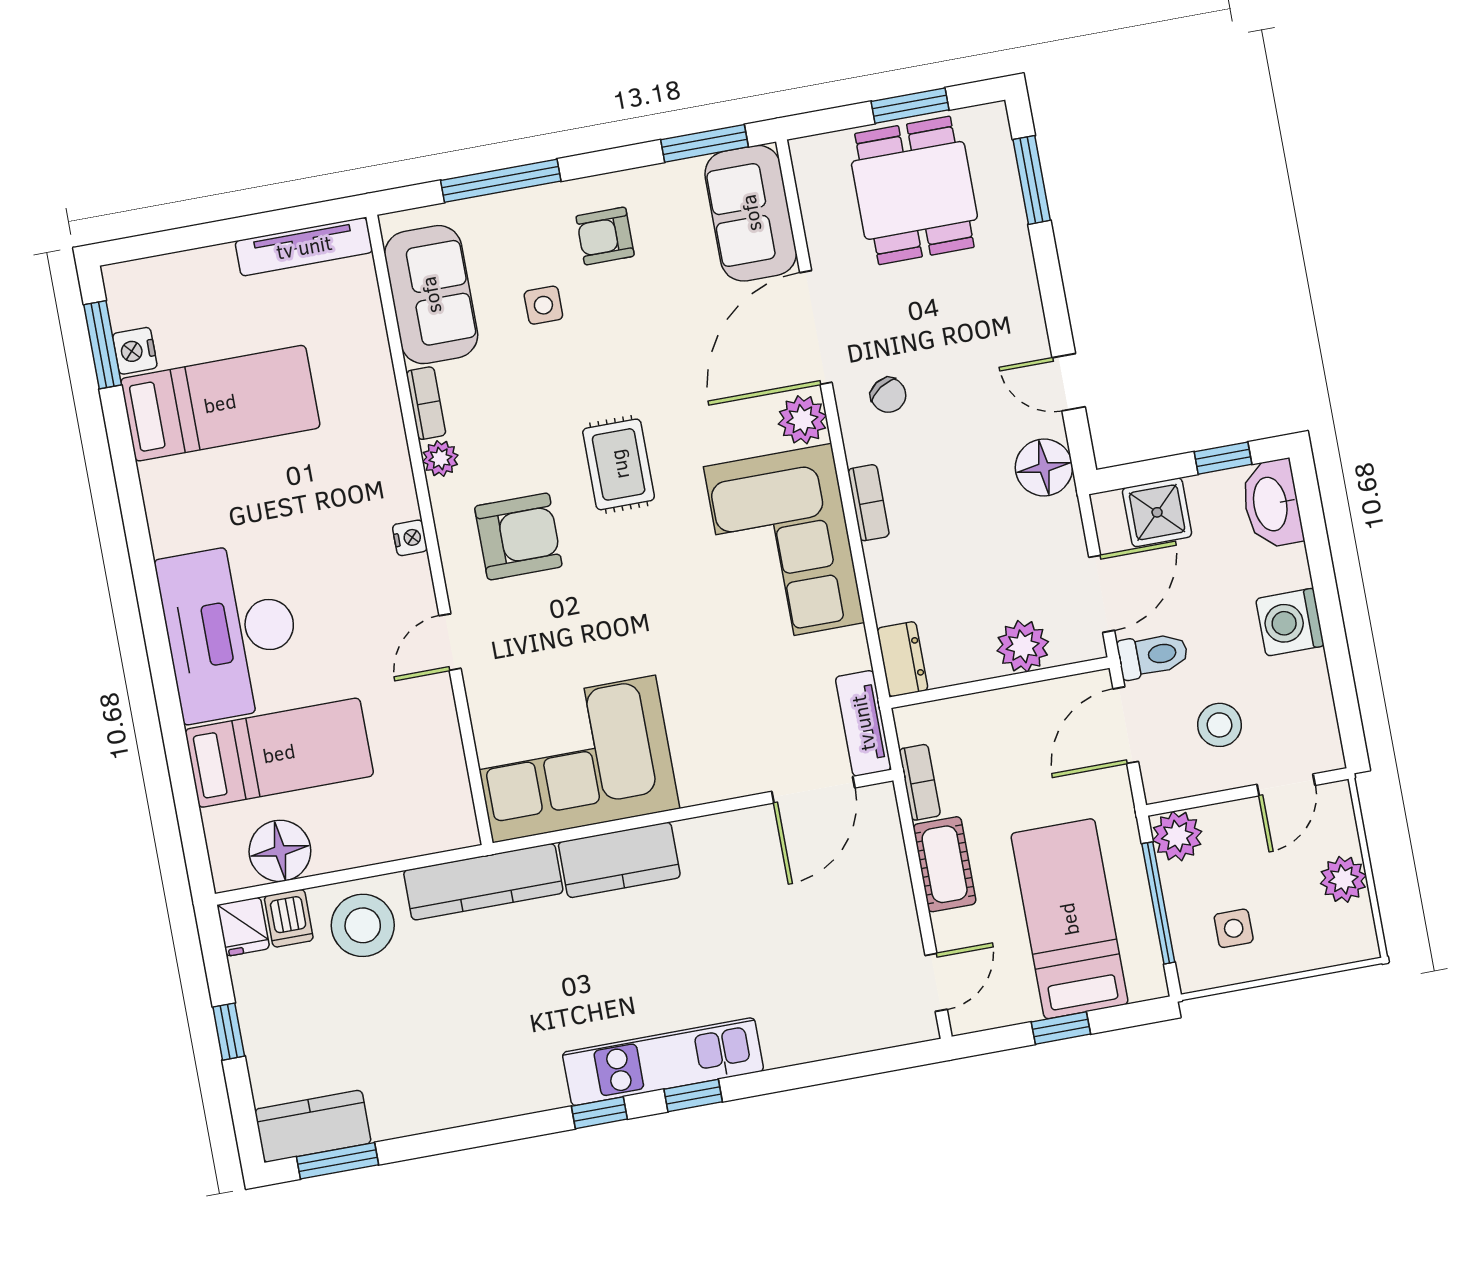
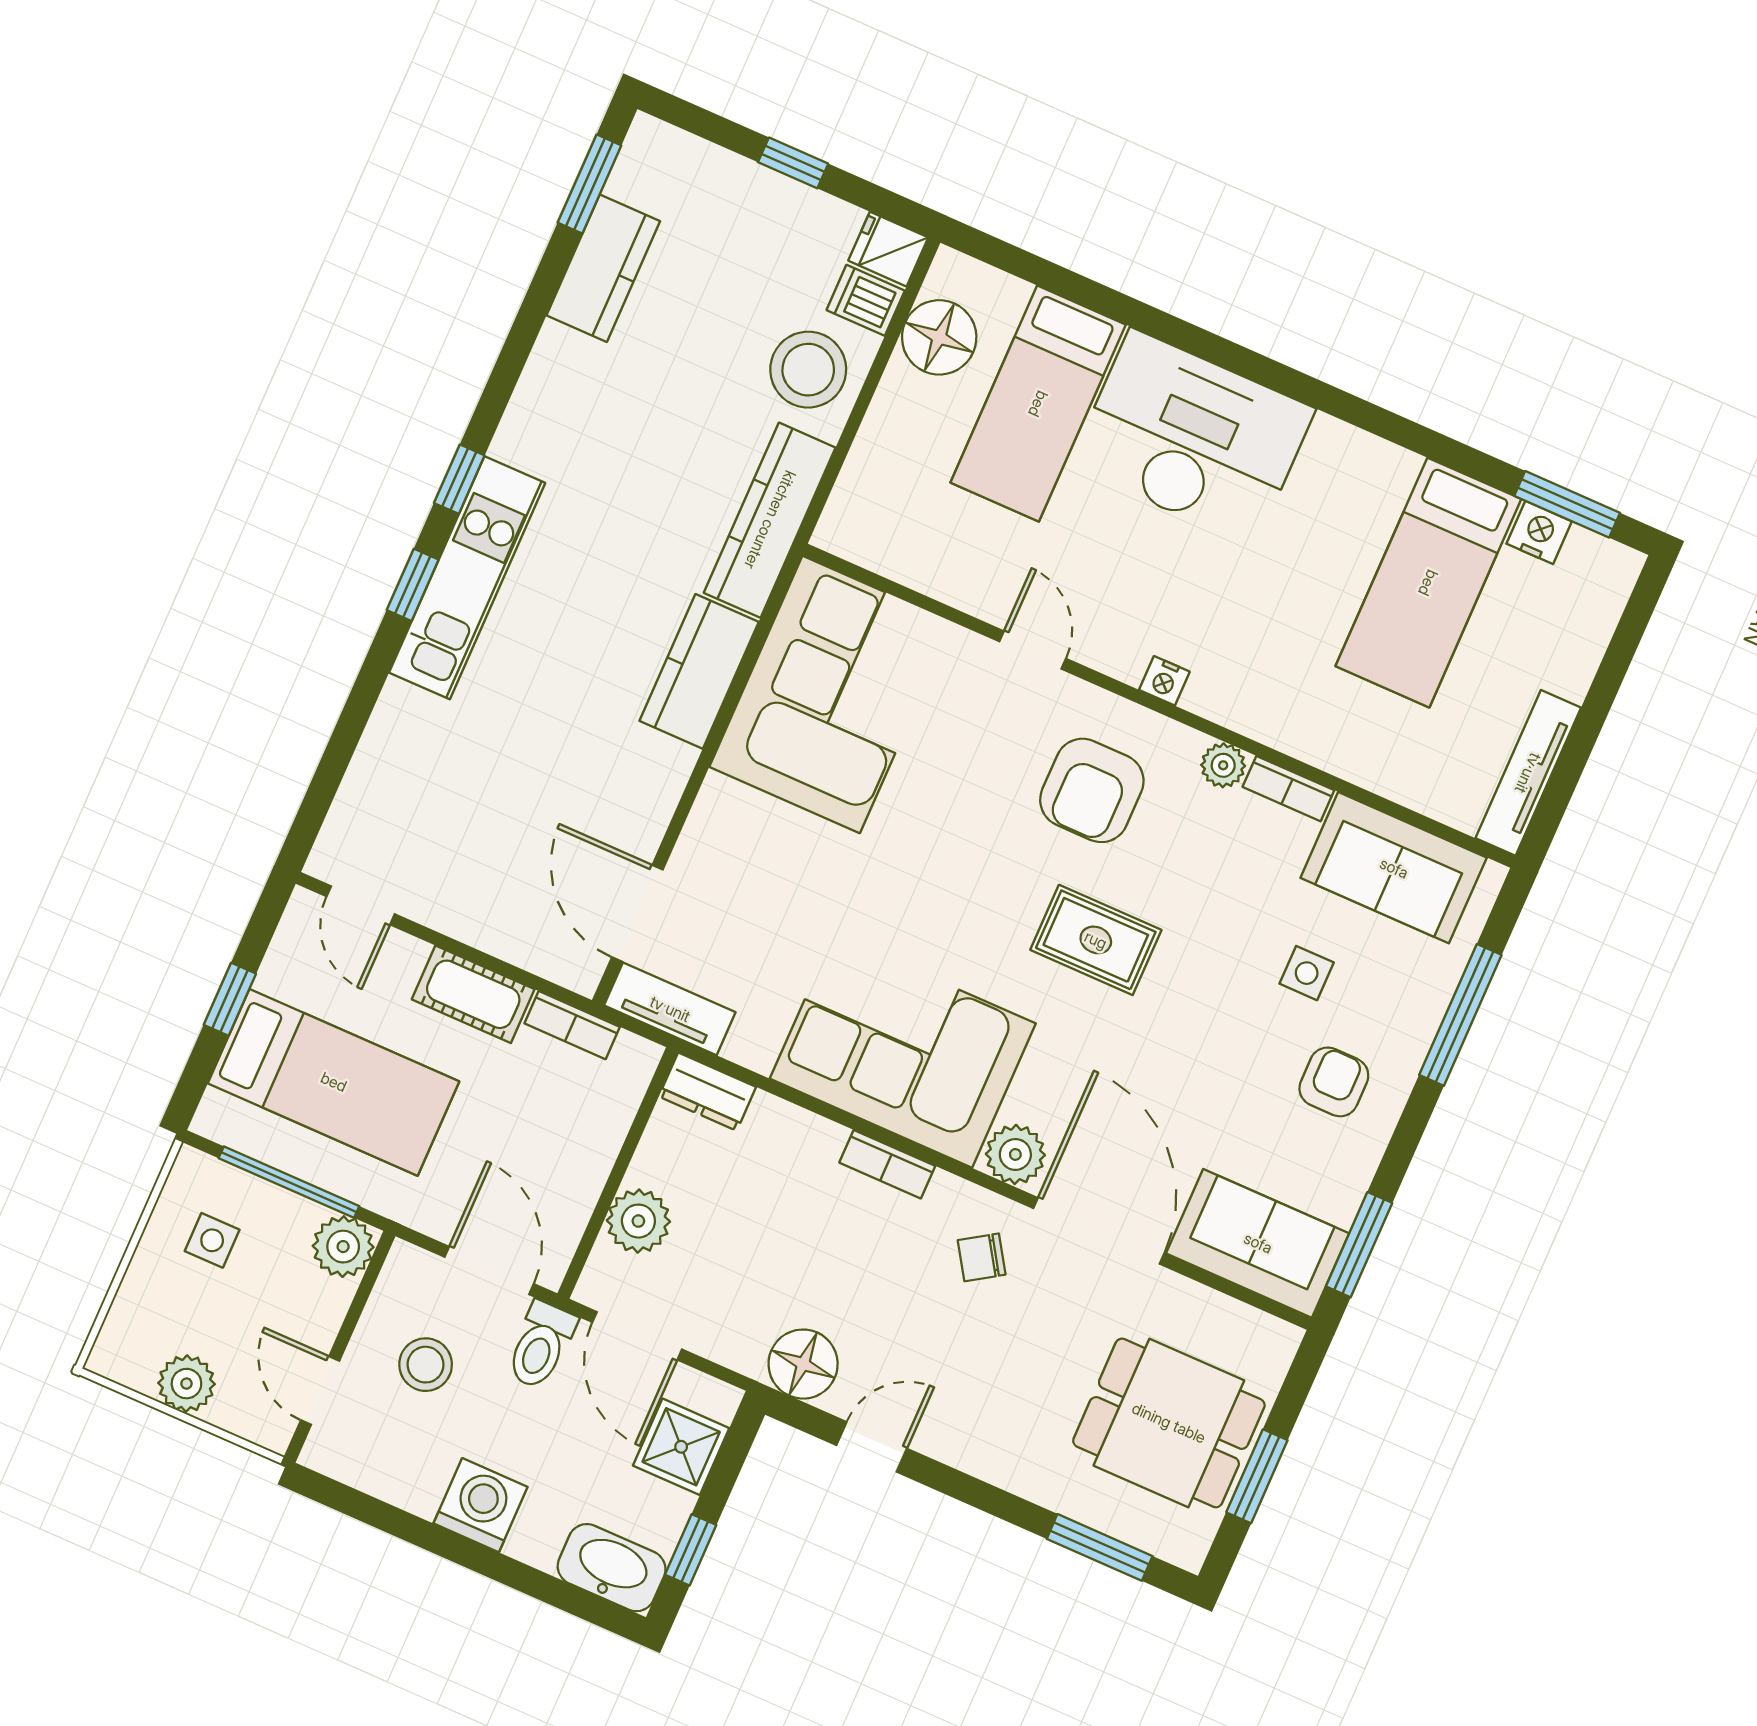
kitchen counter: (313, 1126) -> (603, 268), moved

